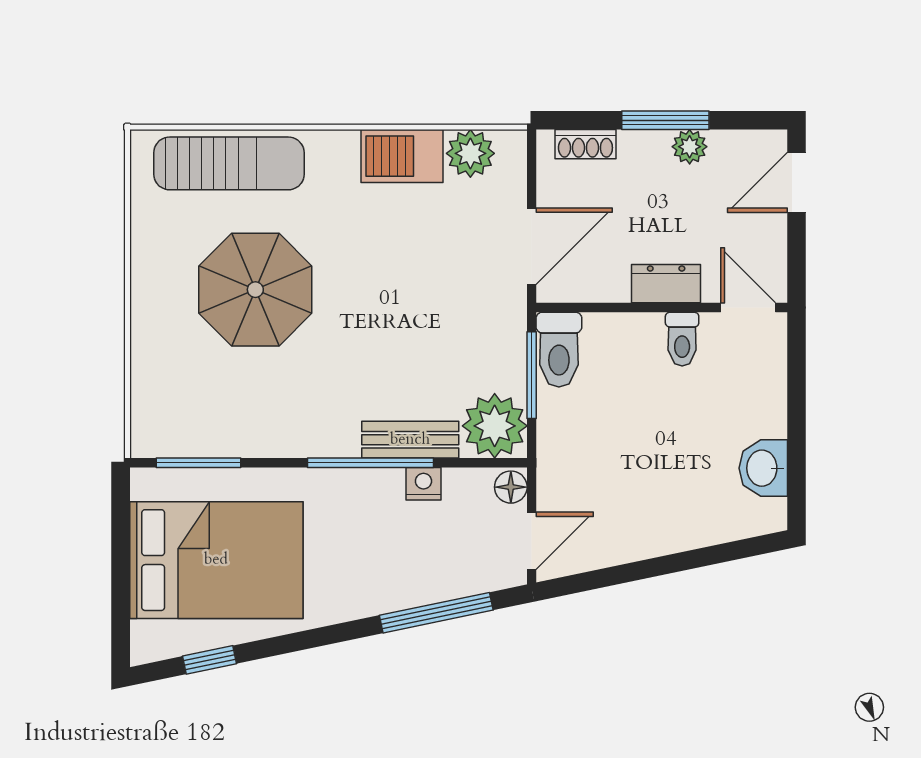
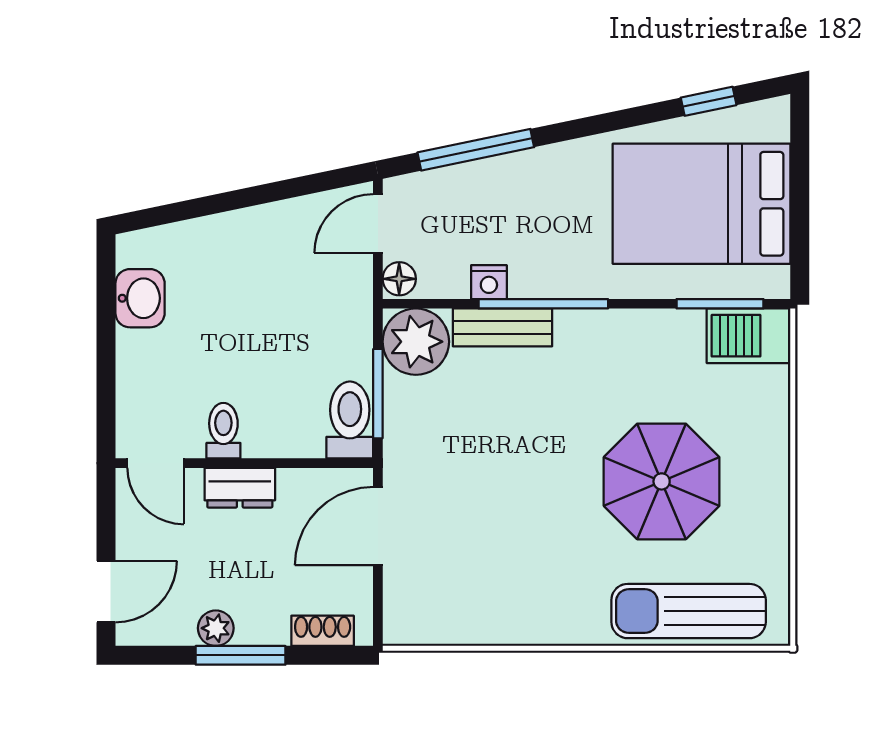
plant: (470, 153) -> (441, 621), removed
barbecue: (402, 156) -> (749, 336), moved, turned 180

